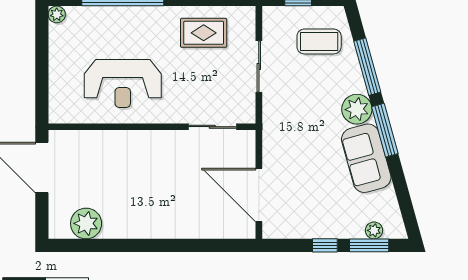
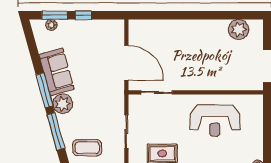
reception desk: (123, 83) -> (215, 120), turned 180
door: (259, 195) -> (126, 63), moved

